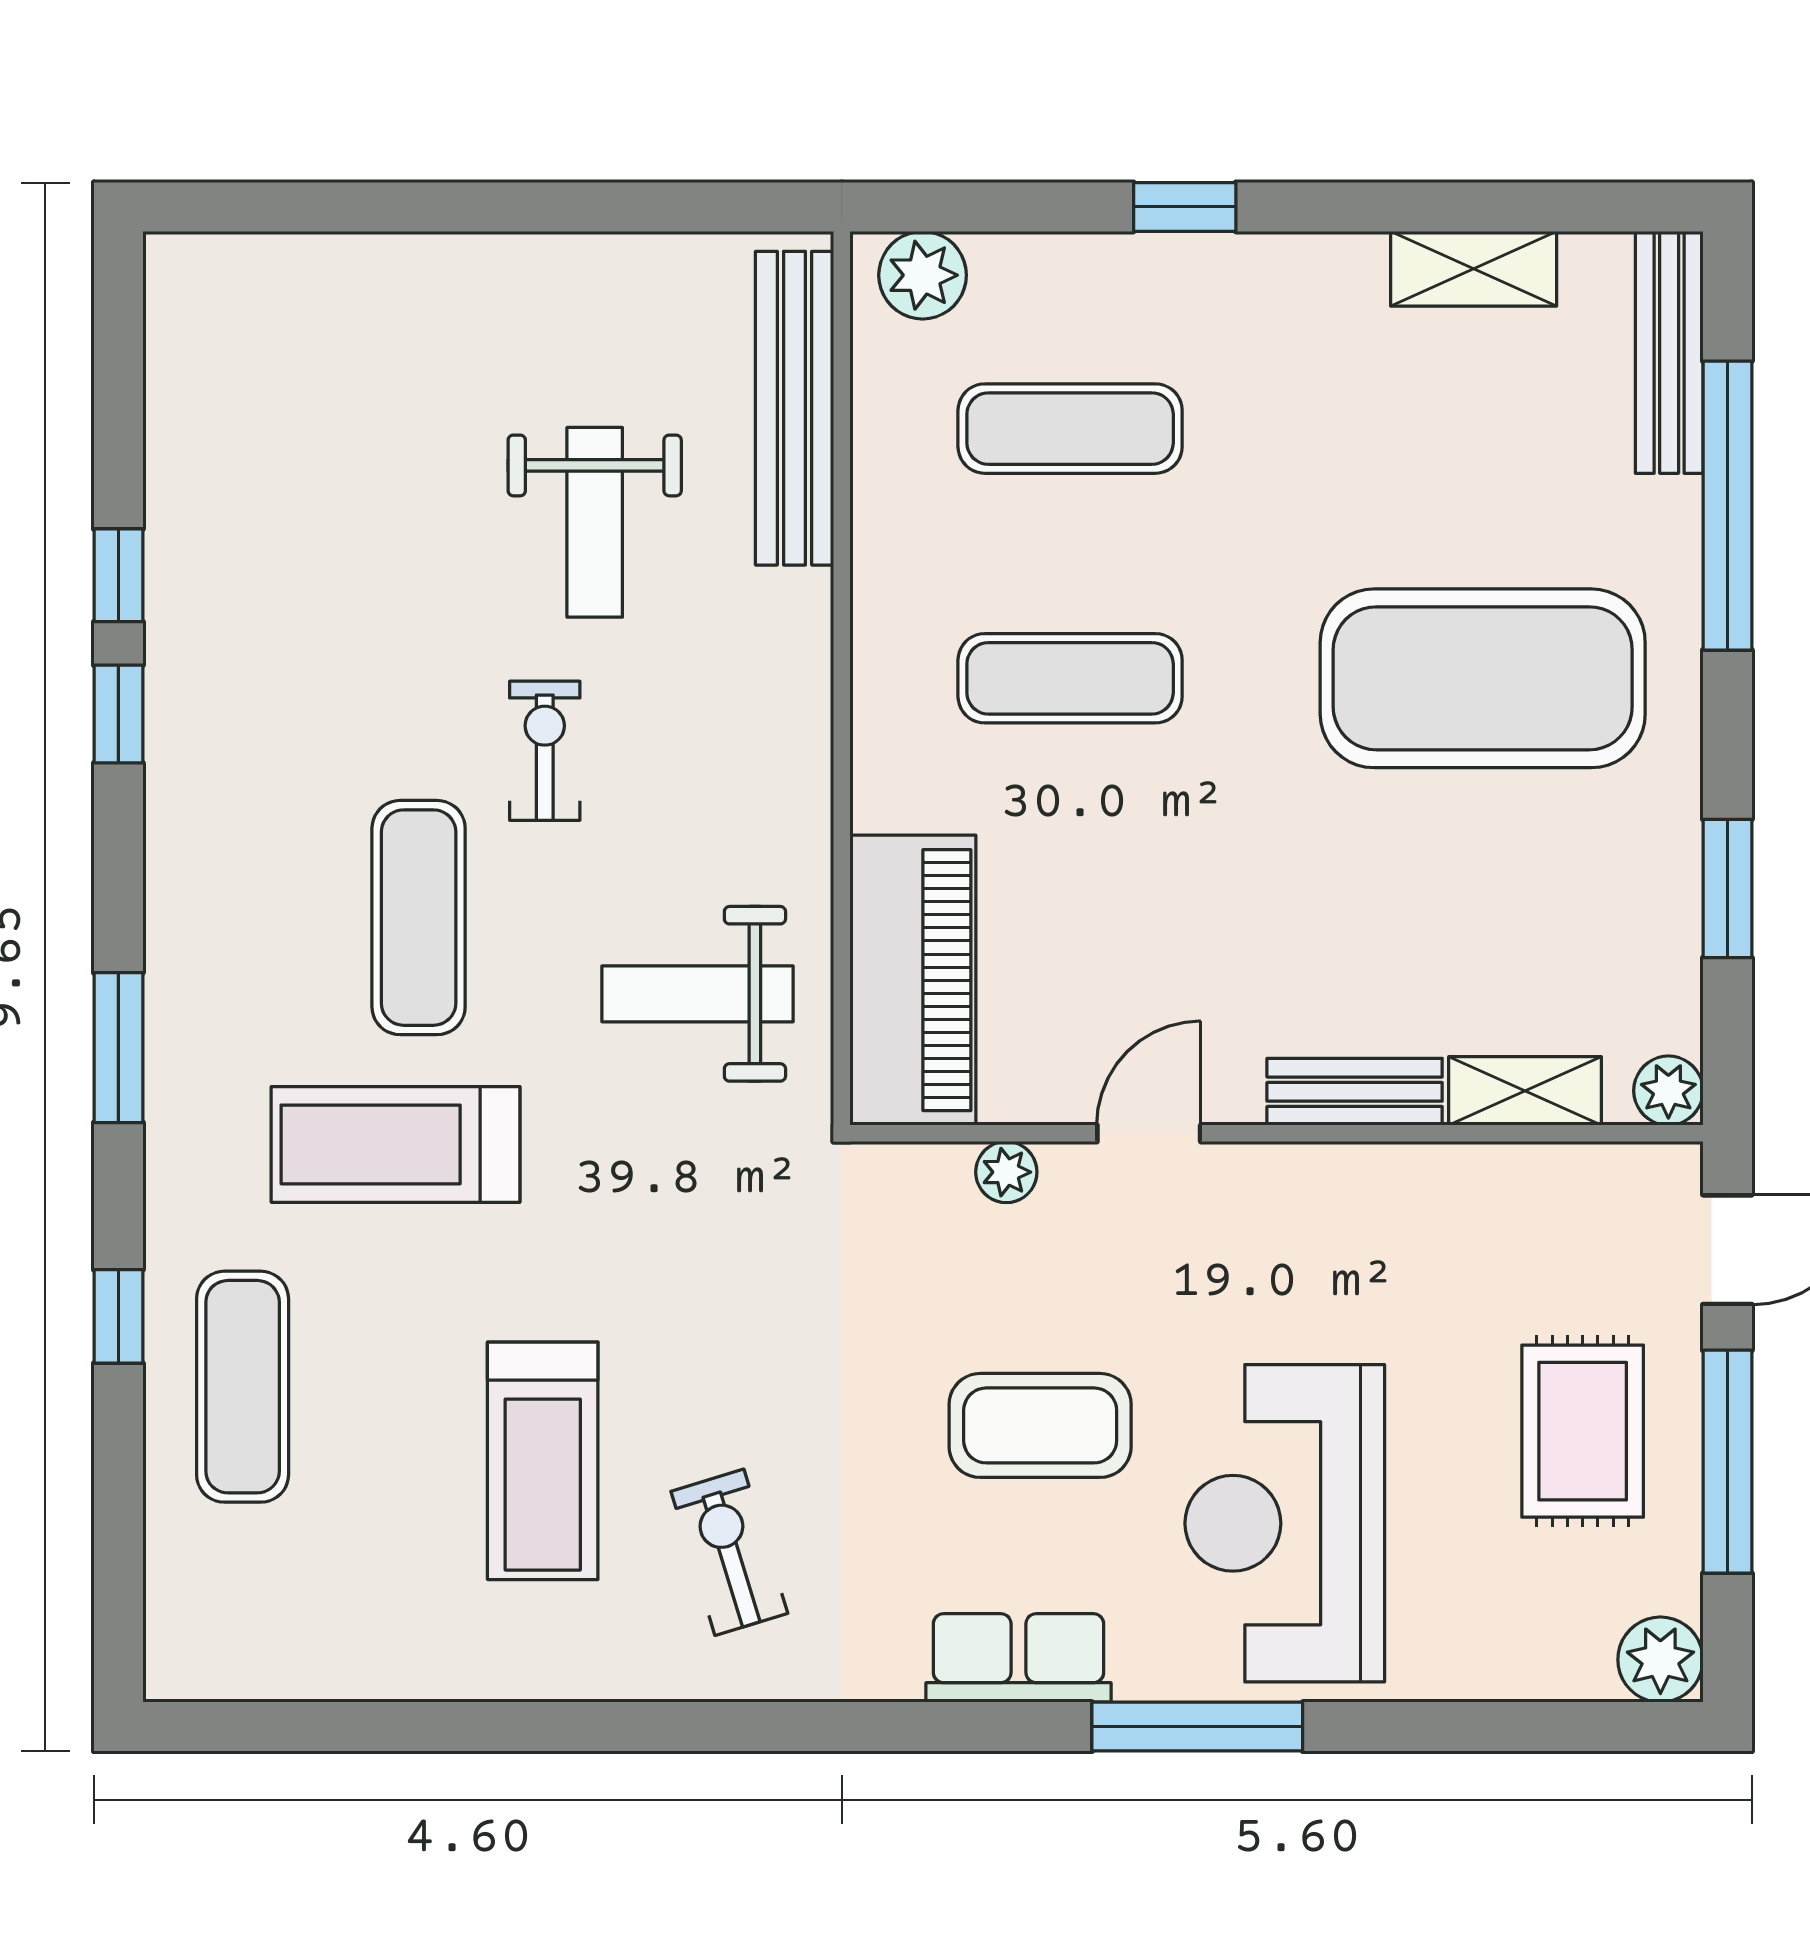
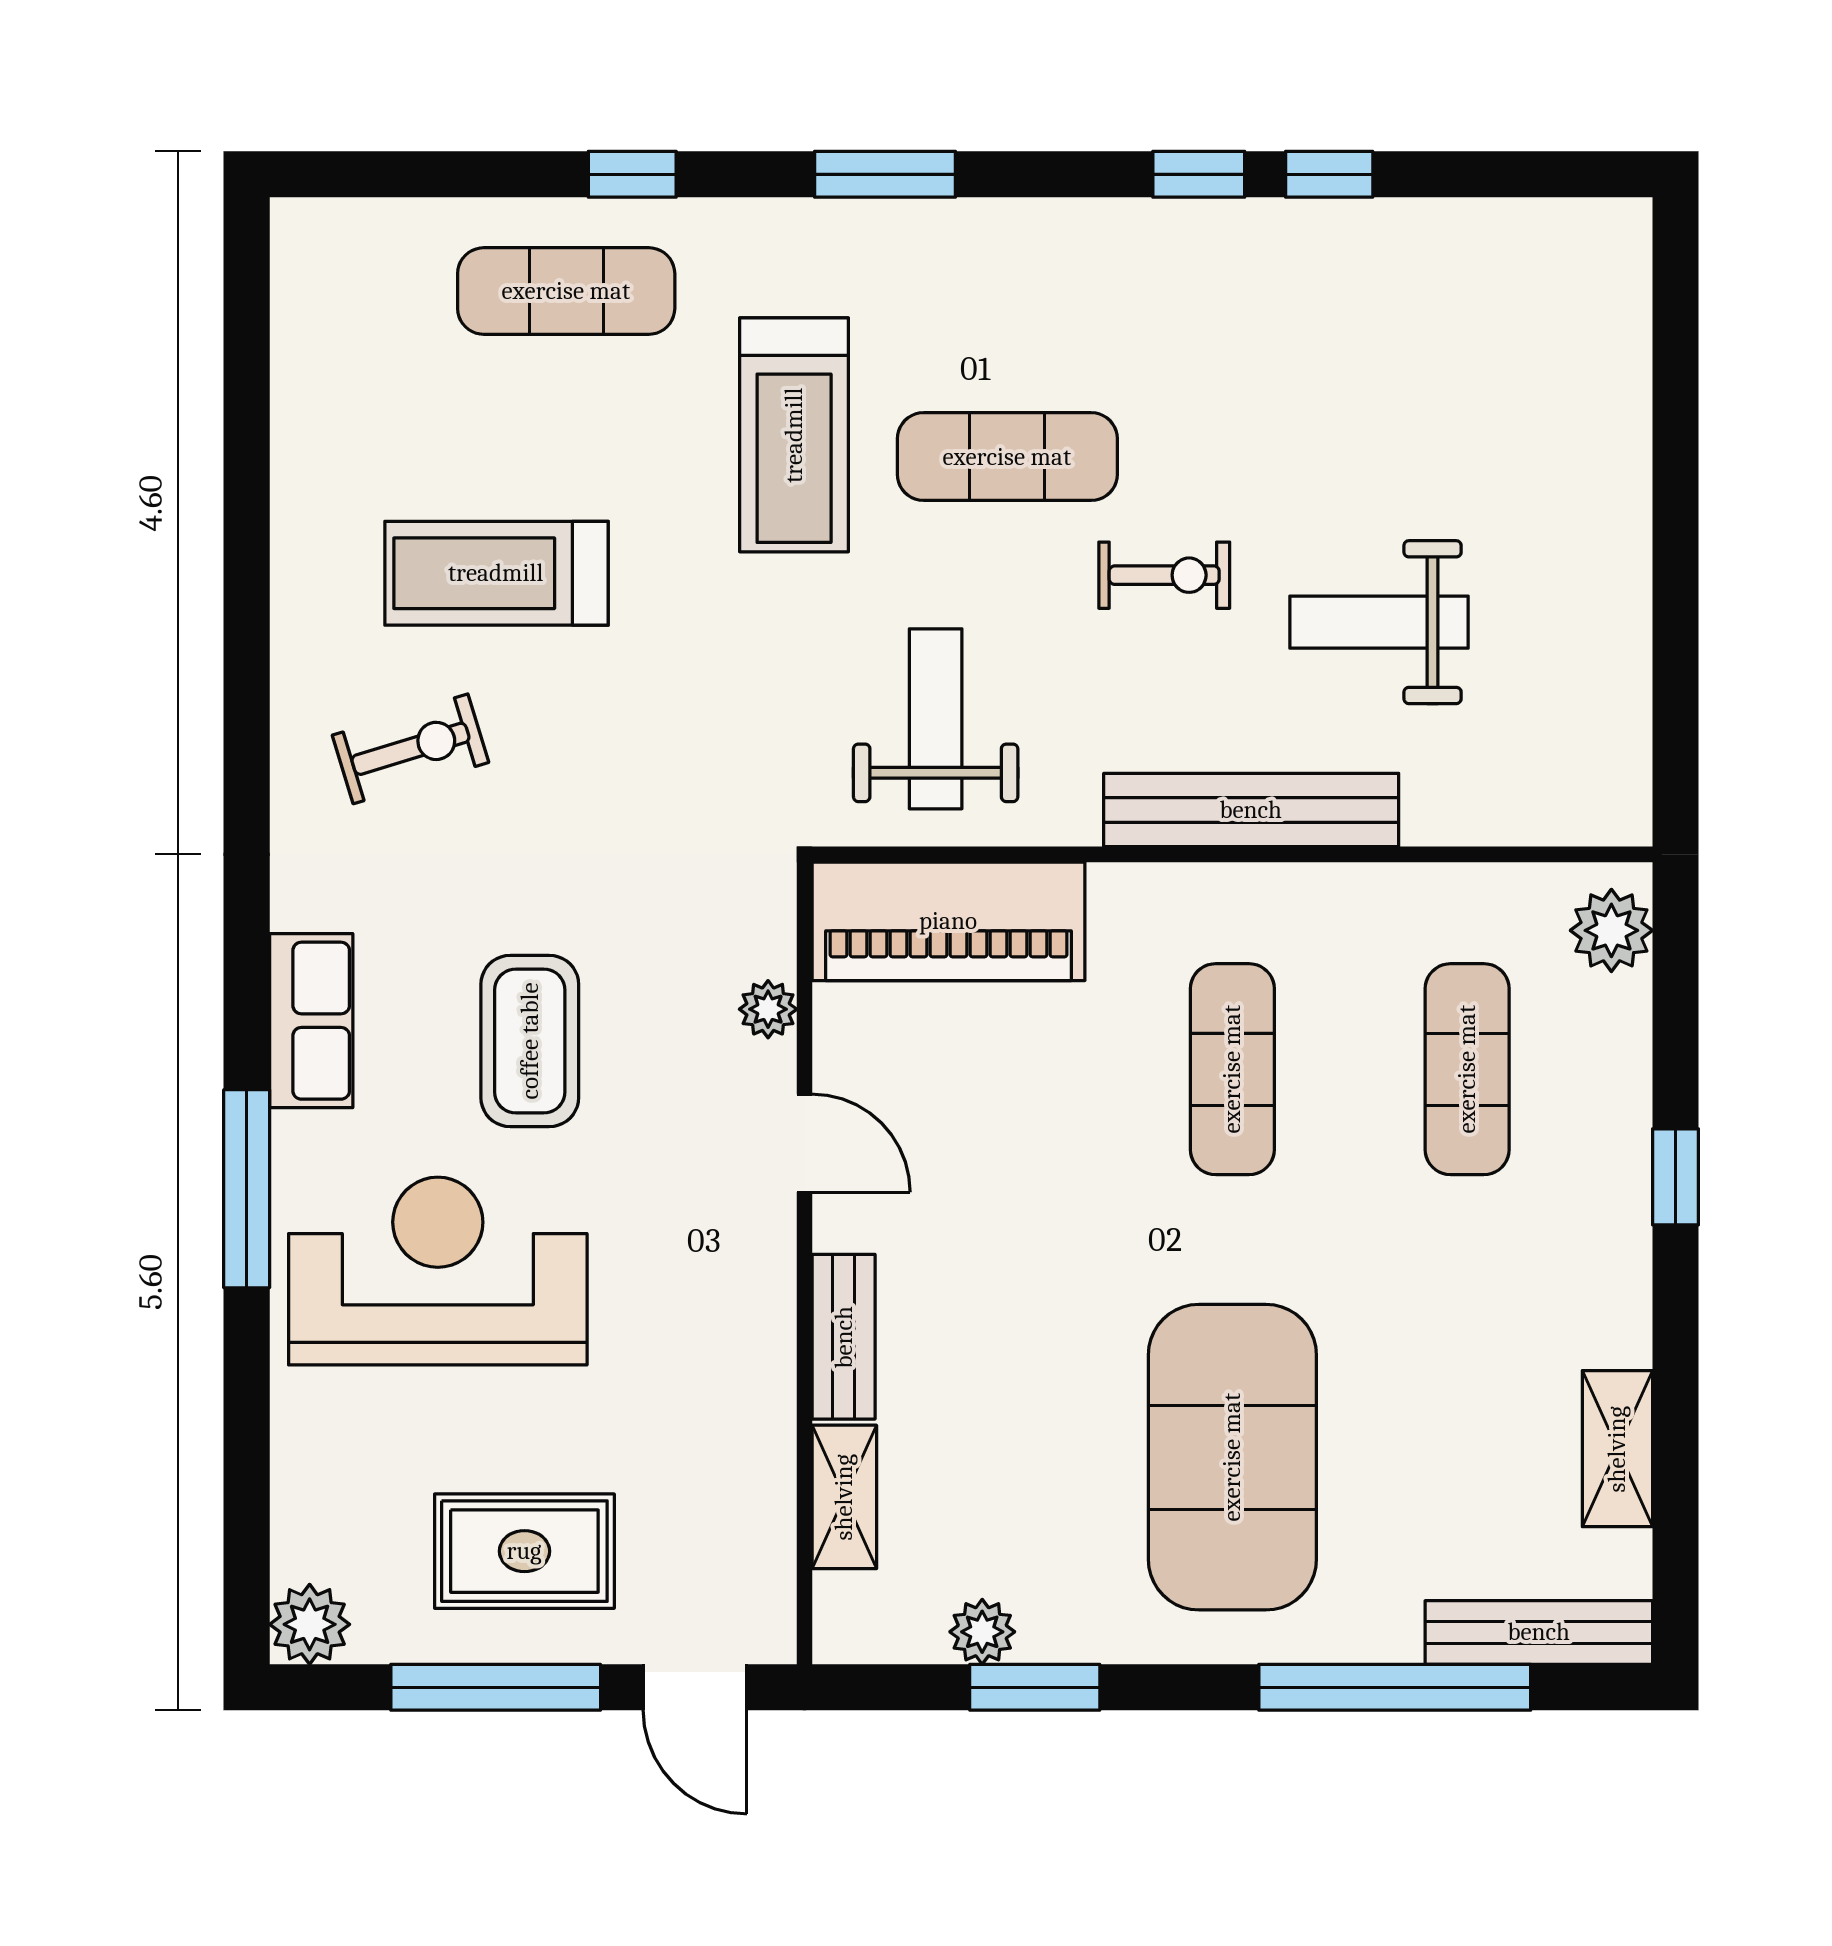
bench: (794, 408) -> (1251, 810), moved
plant: (1668, 1091) -> (982, 1632), moved
treadmill: (396, 1144) -> (794, 435), turned 180

